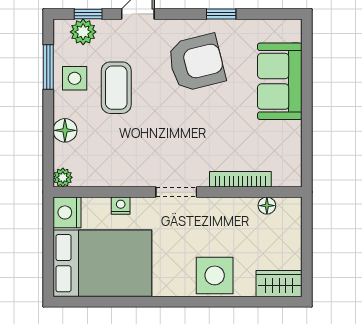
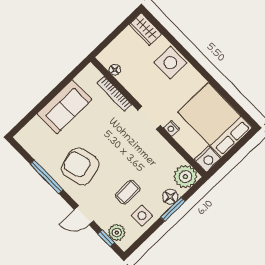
window: (221, 14) -> (47, 177), width x2.17
window: (48, 67) -> (173, 209), moved
sofa: (280, 81) -> (64, 107), moved
coffee table: (116, 88) -> (128, 192), width x0.73, depth x0.77
plant: (63, 177) -> (185, 177), width x1.88, depth x1.88
nightstand: (121, 206) -> (171, 128), moved

